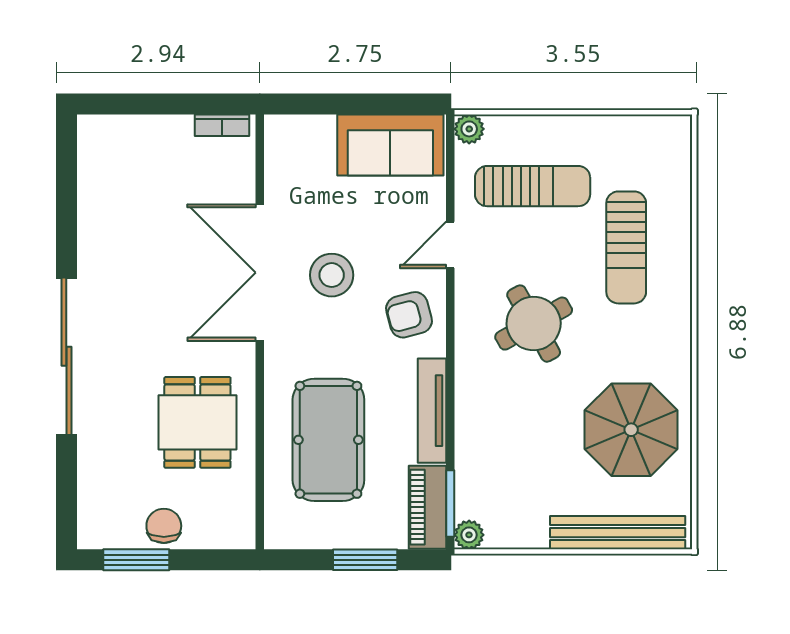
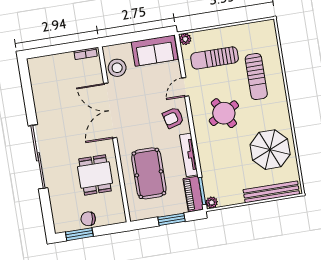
sun lounger: (533, 186) -> (215, 58), turned 180
stool: (332, 275) -> (117, 68), moved
chair: (164, 526) -> (88, 219), turned -80

